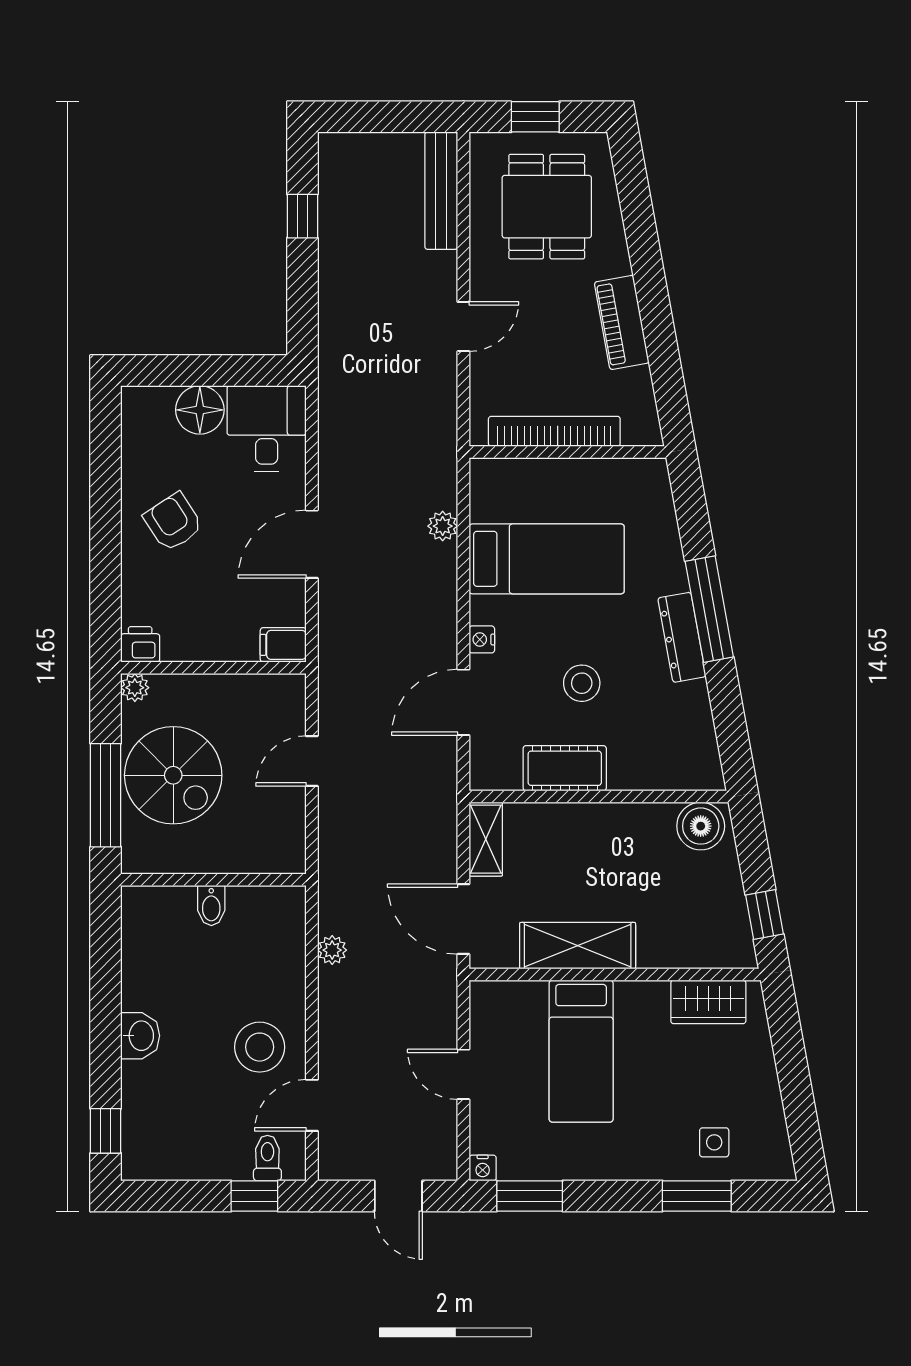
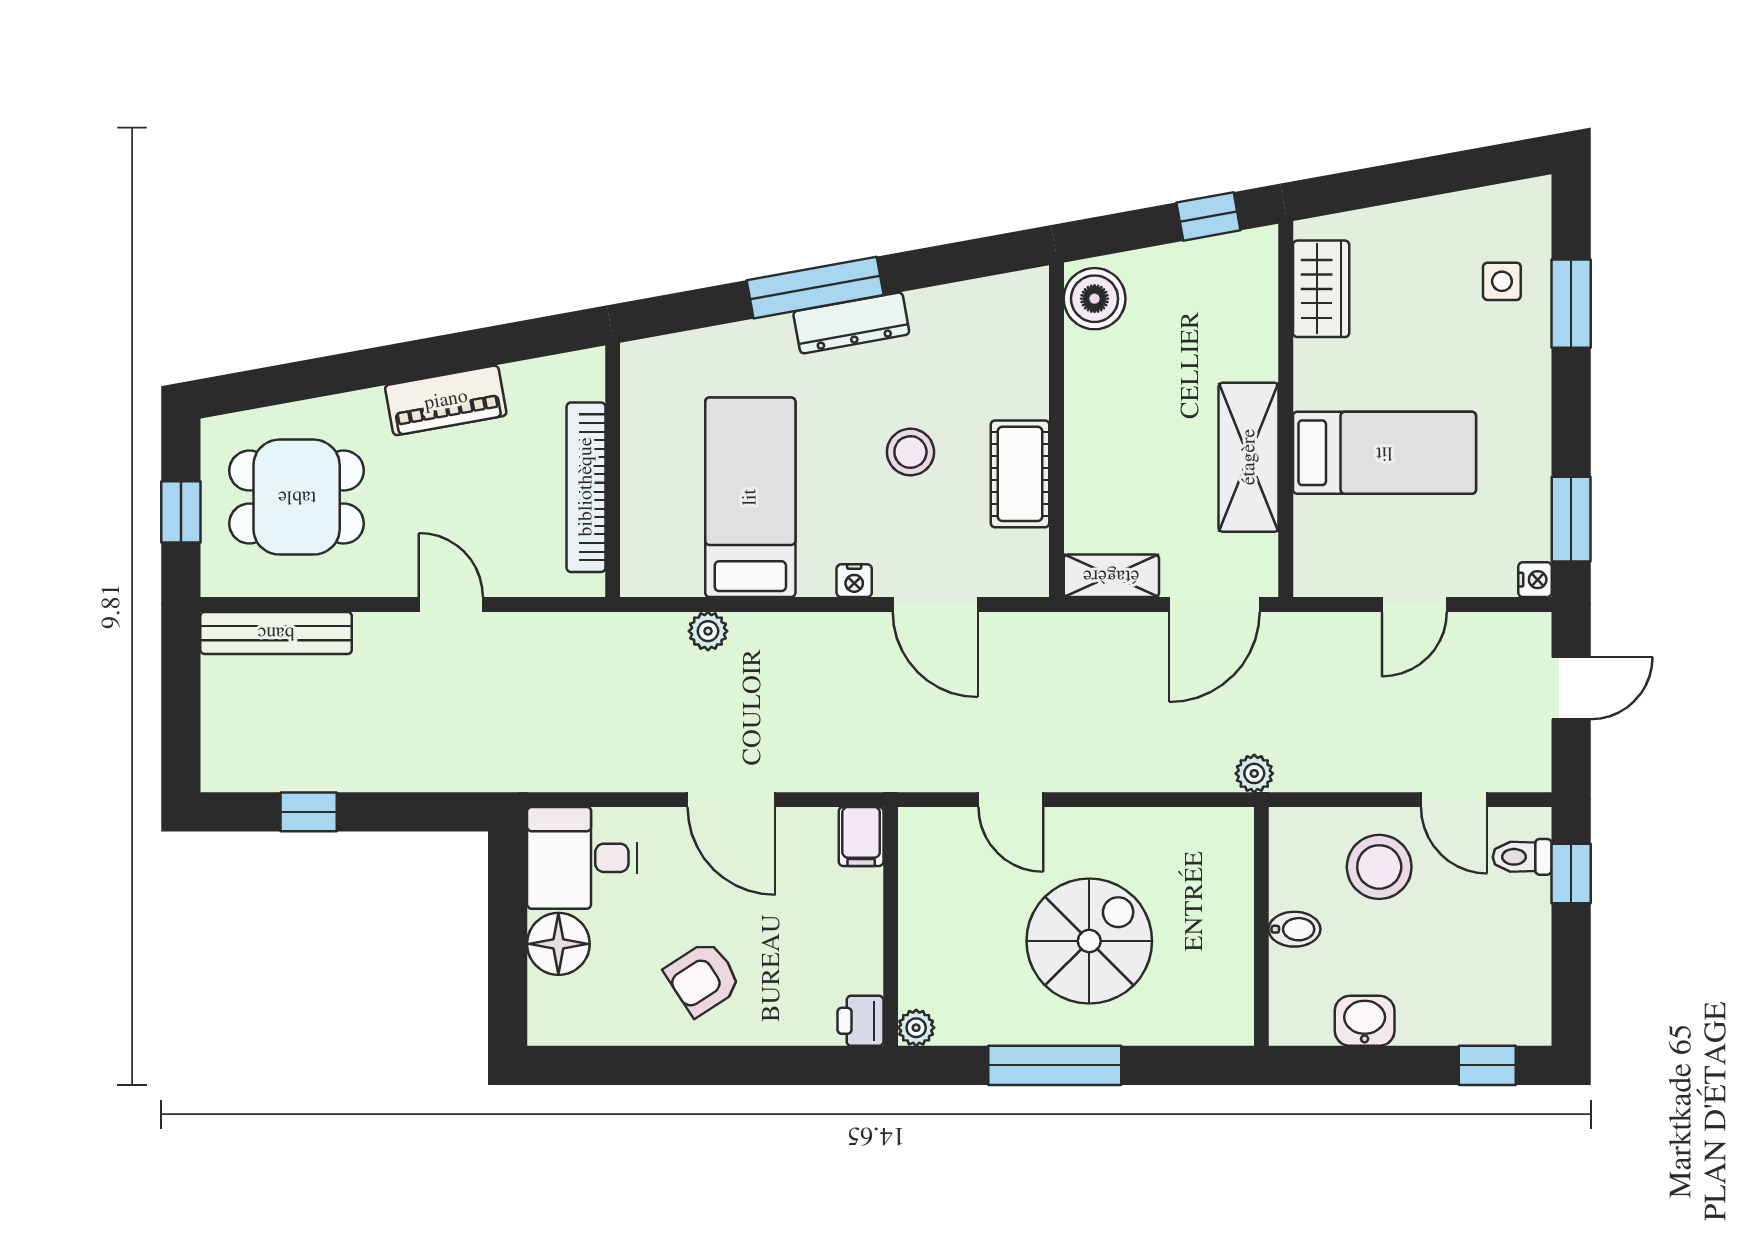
spiral stairs: (173, 775) -> (1089, 941), moved
wall: (213, 880) -> (1261, 926), moved
bidet: (211, 906) -> (1294, 929), moved

